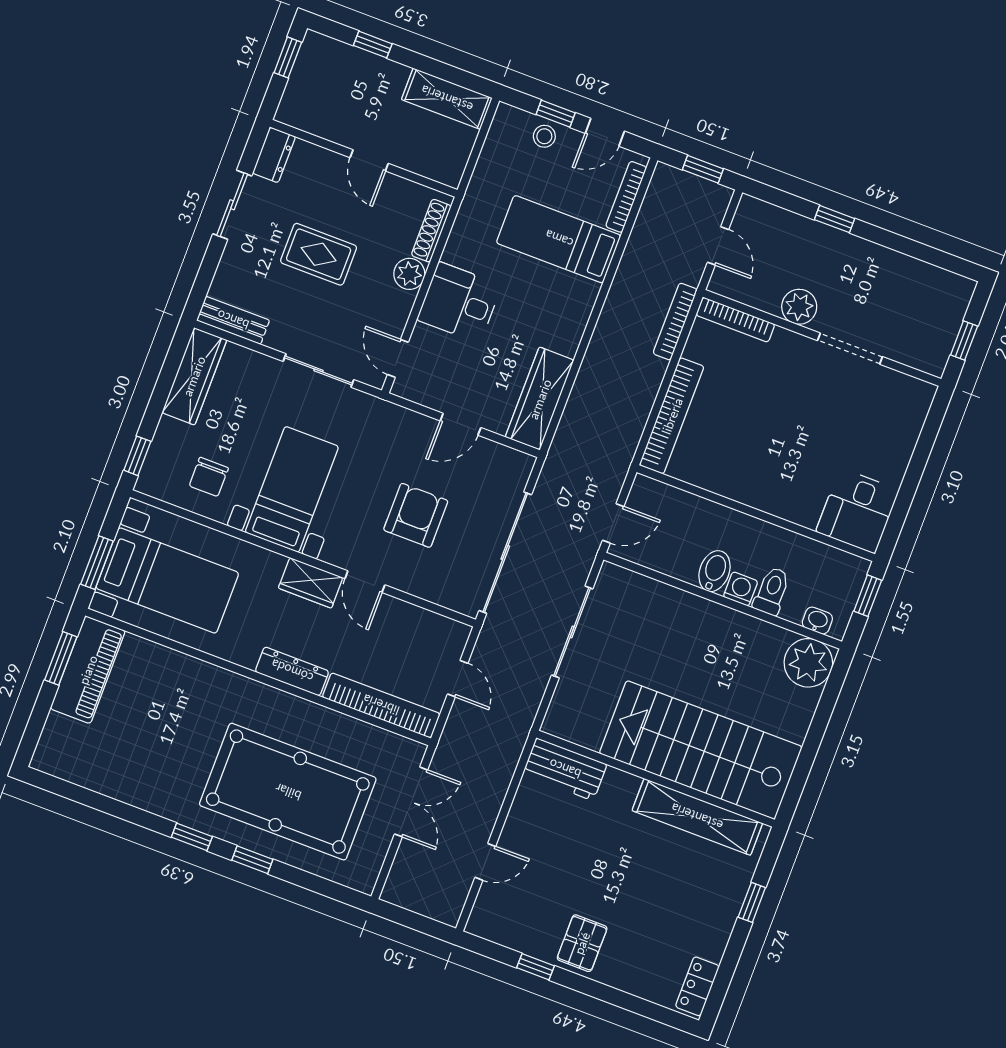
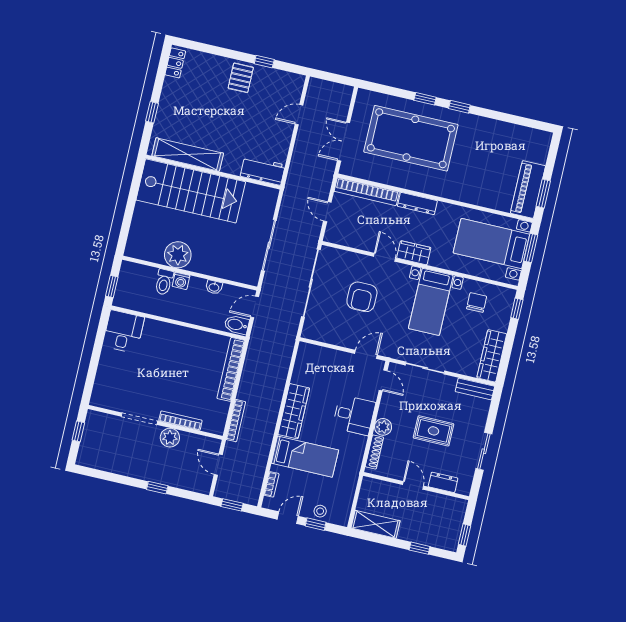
dresser: (274, 155) -> (443, 482), moved, turned 90
bookcase: (626, 197) -> (271, 484), width x0.64
bookcase: (735, 320) -> (180, 421), moved
wardrobe: (540, 399) -> (294, 411), moved
door: (461, 424) -> (366, 354), moved
bidet: (714, 571) -> (237, 325), moved, turned 90
washbasin: (817, 621) -> (214, 287), moved
plant: (808, 663) -> (178, 255), moved

